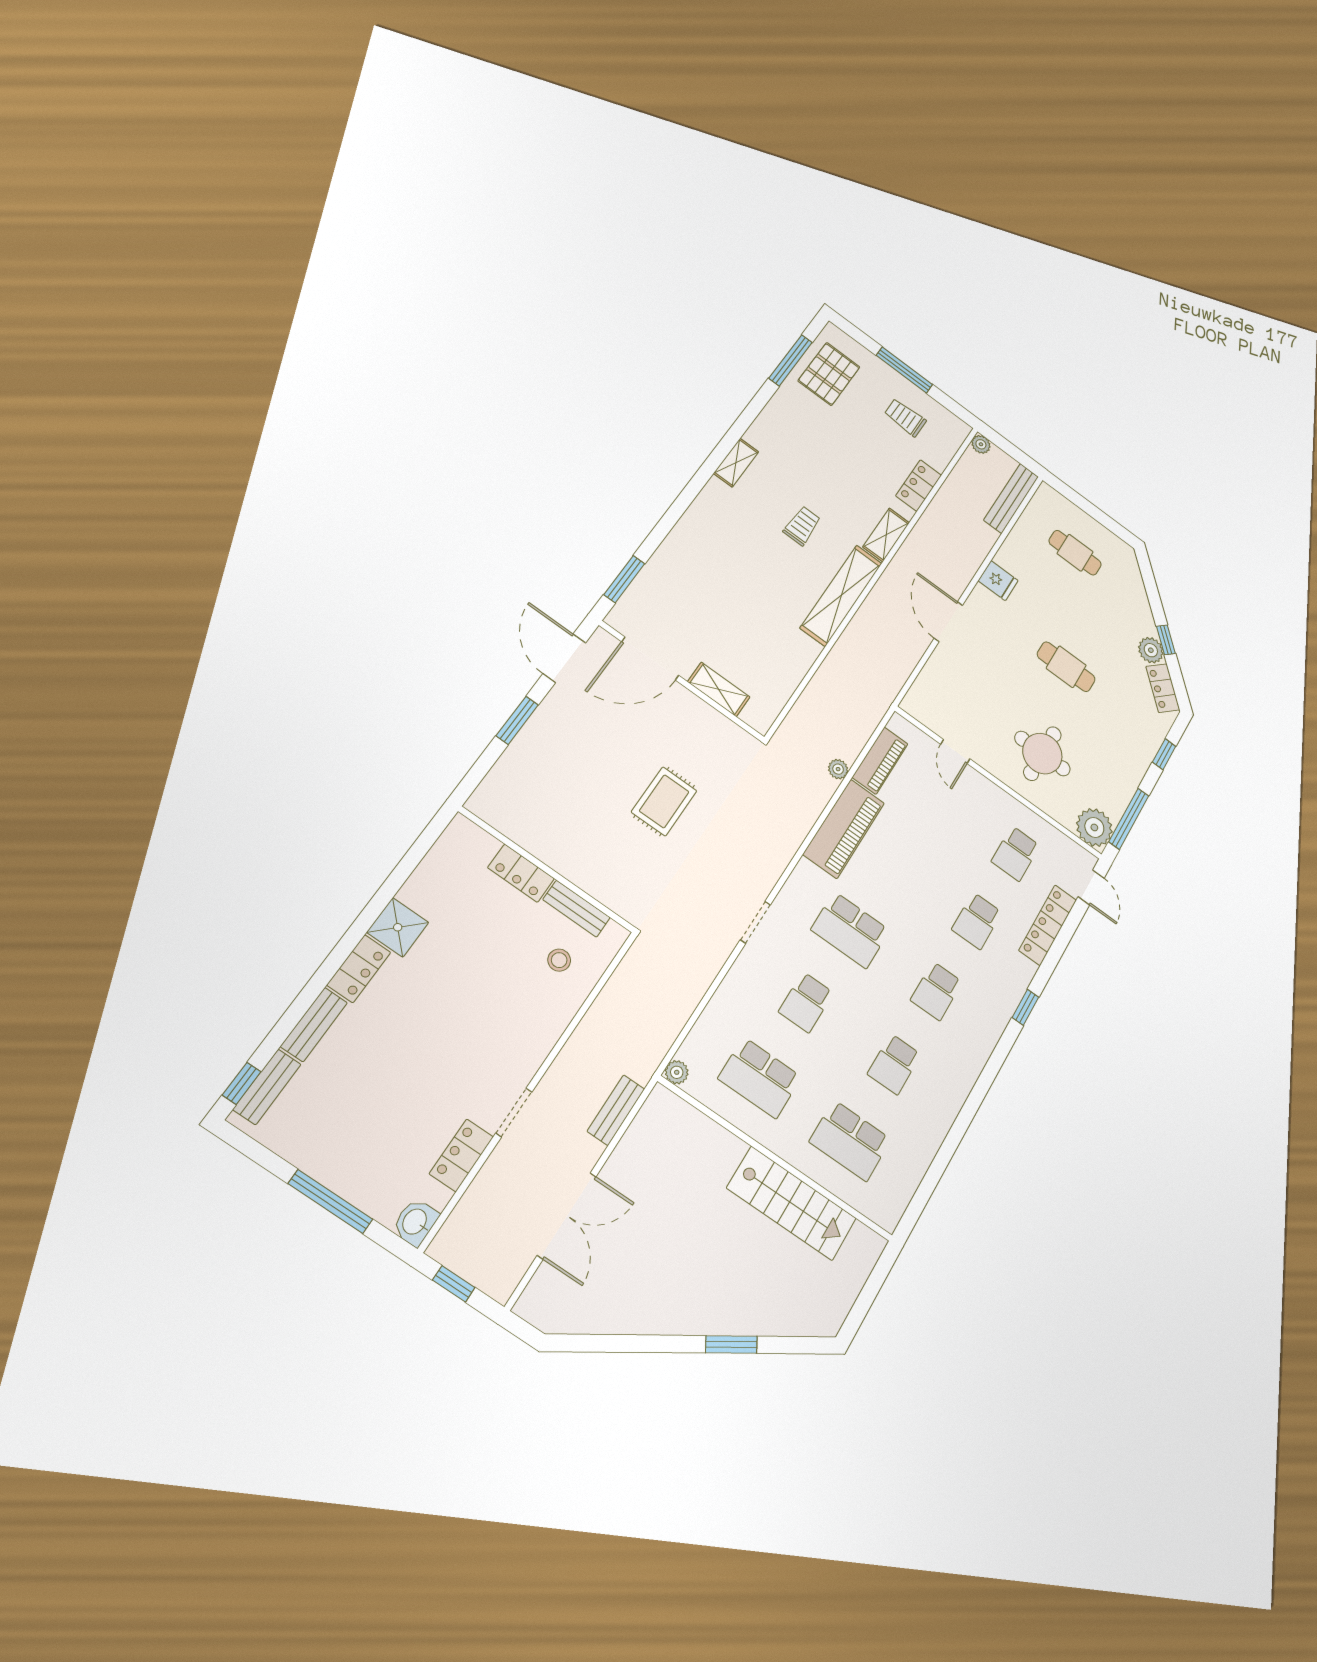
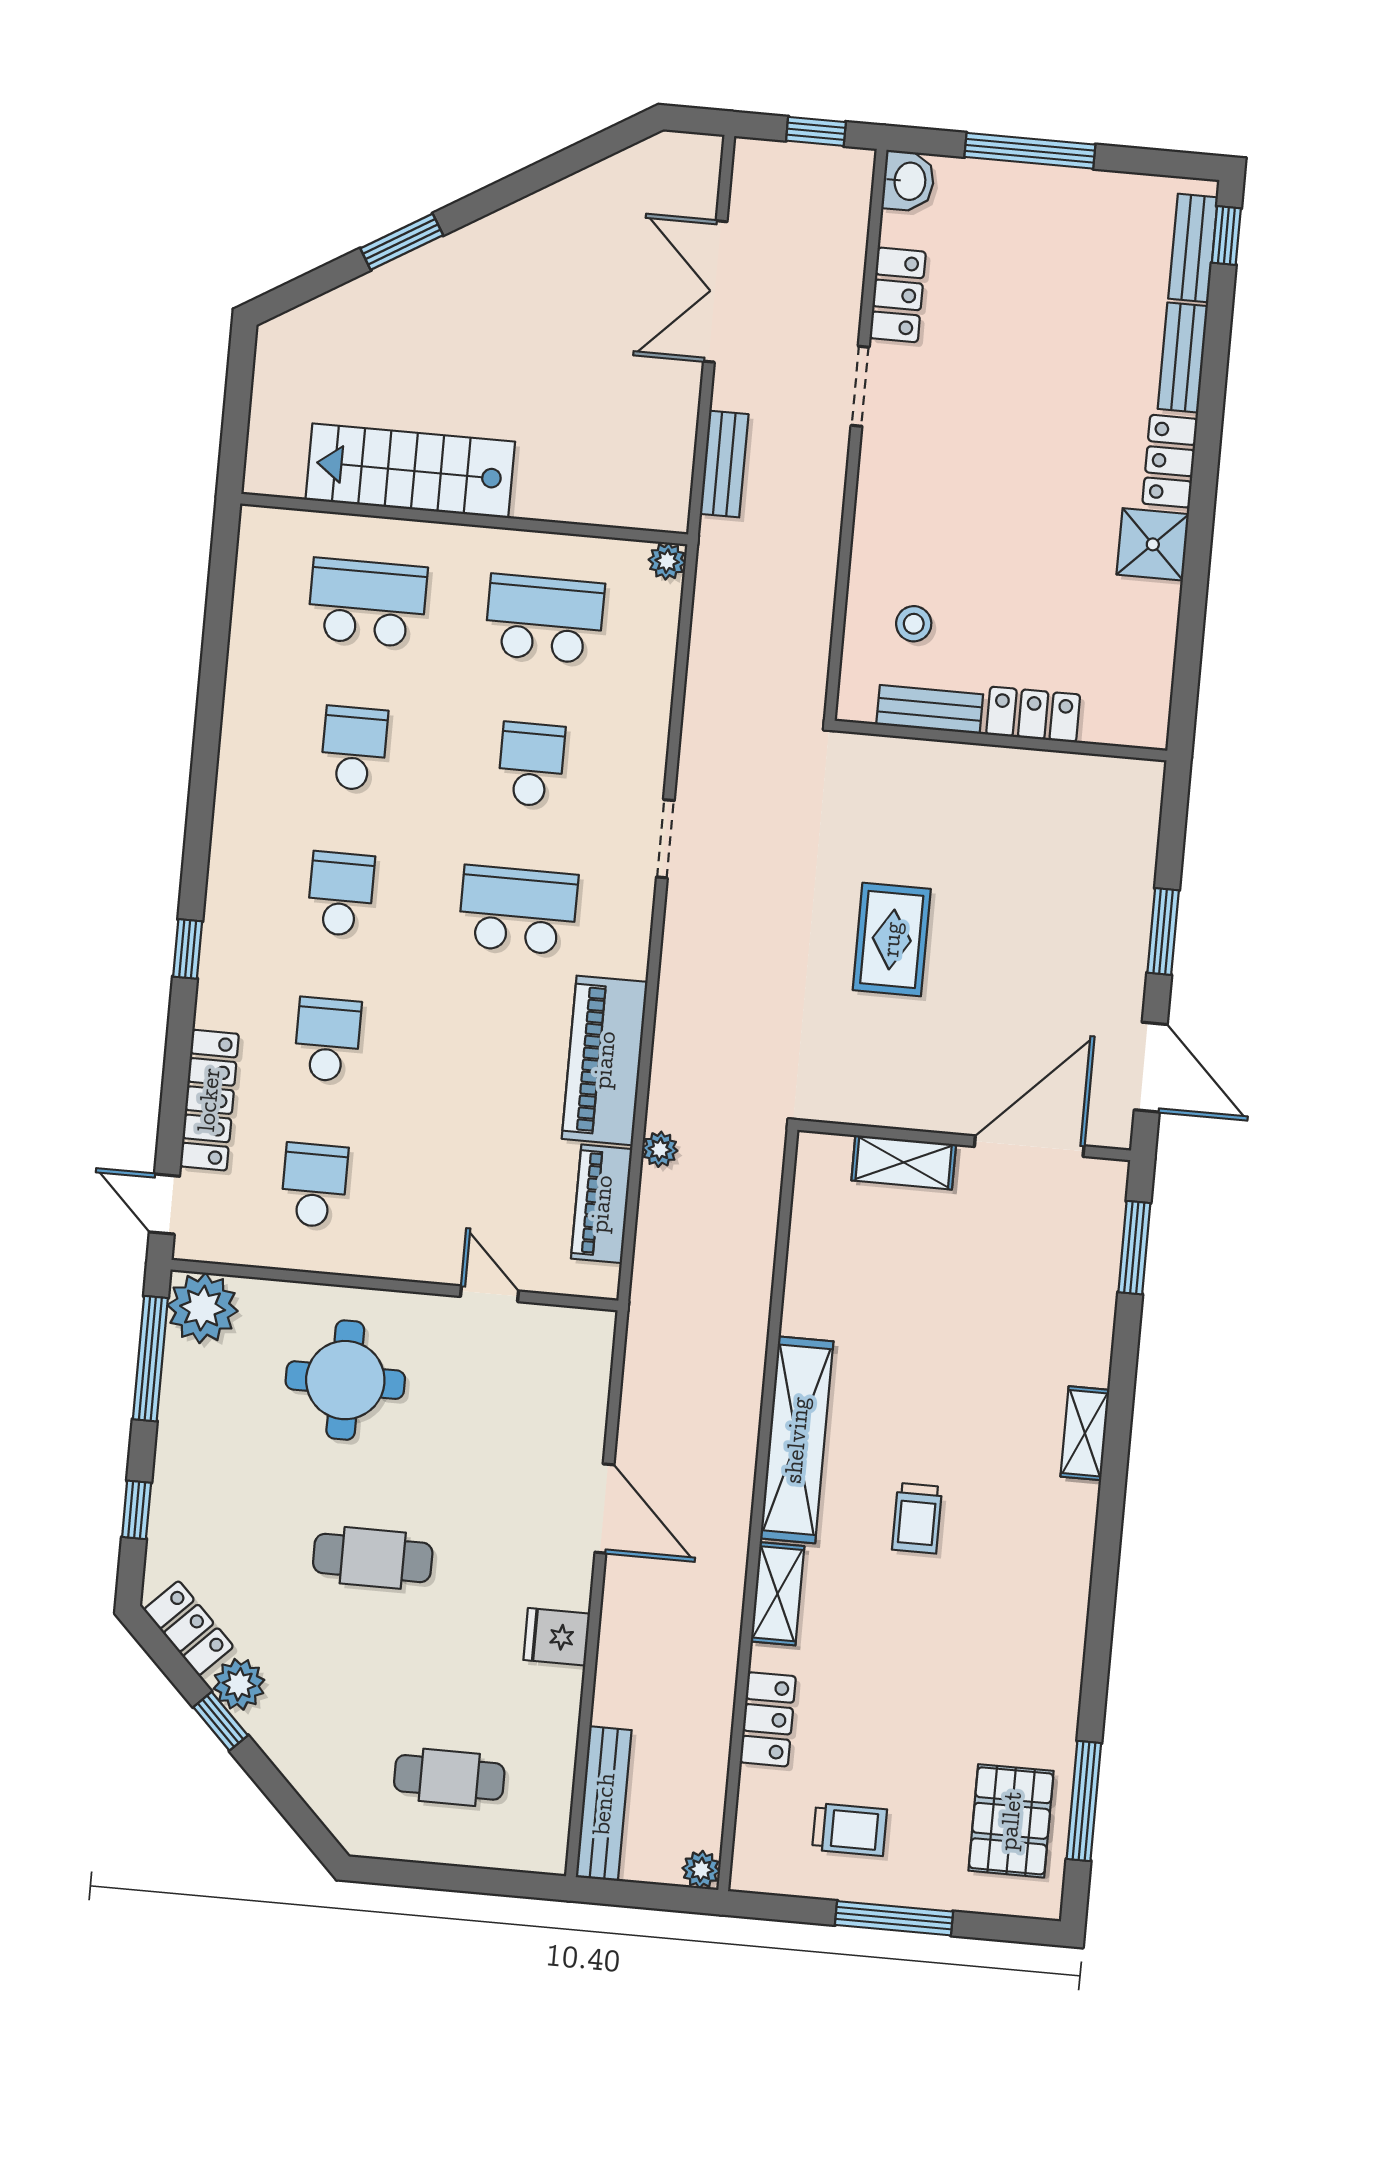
shelving: (736, 463) -> (1085, 1433), moved

